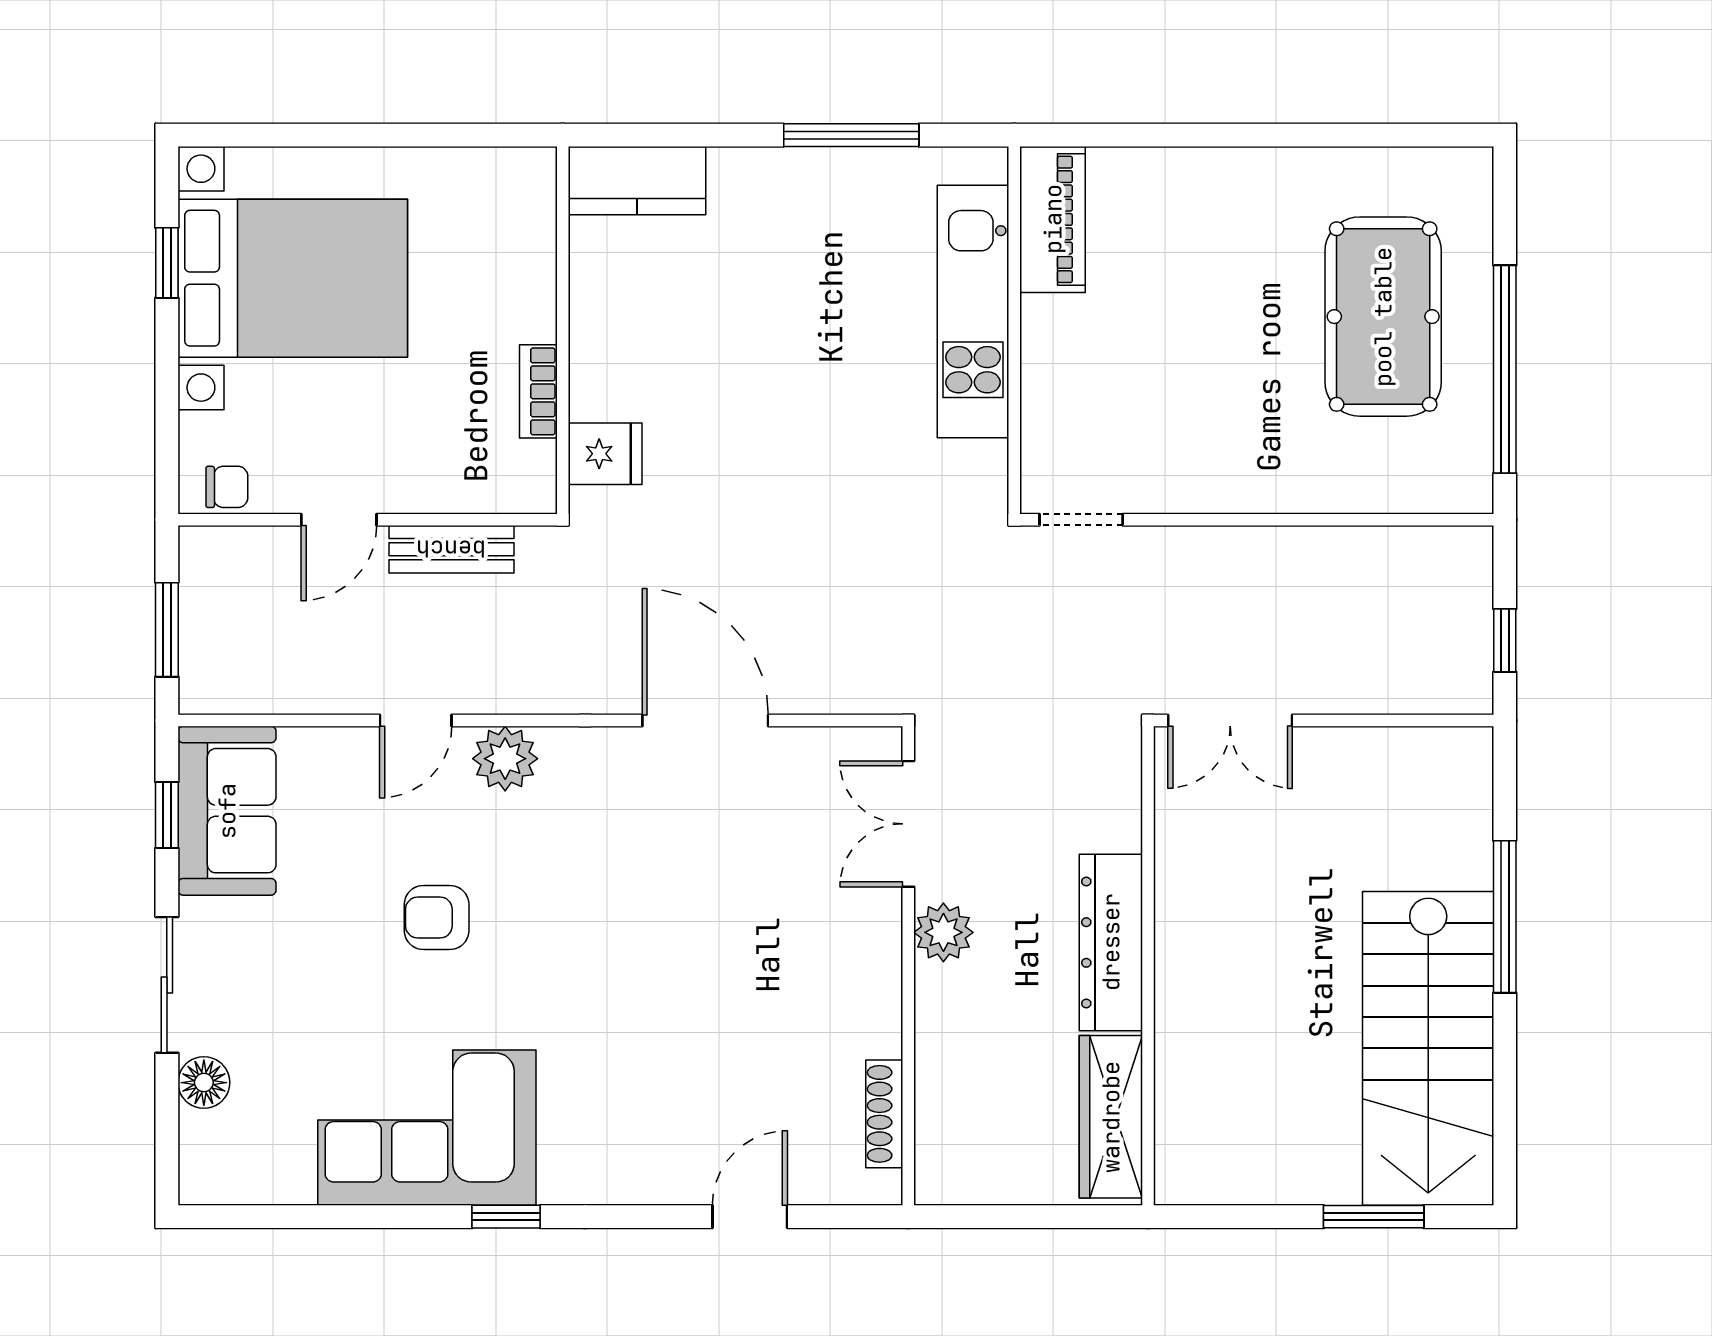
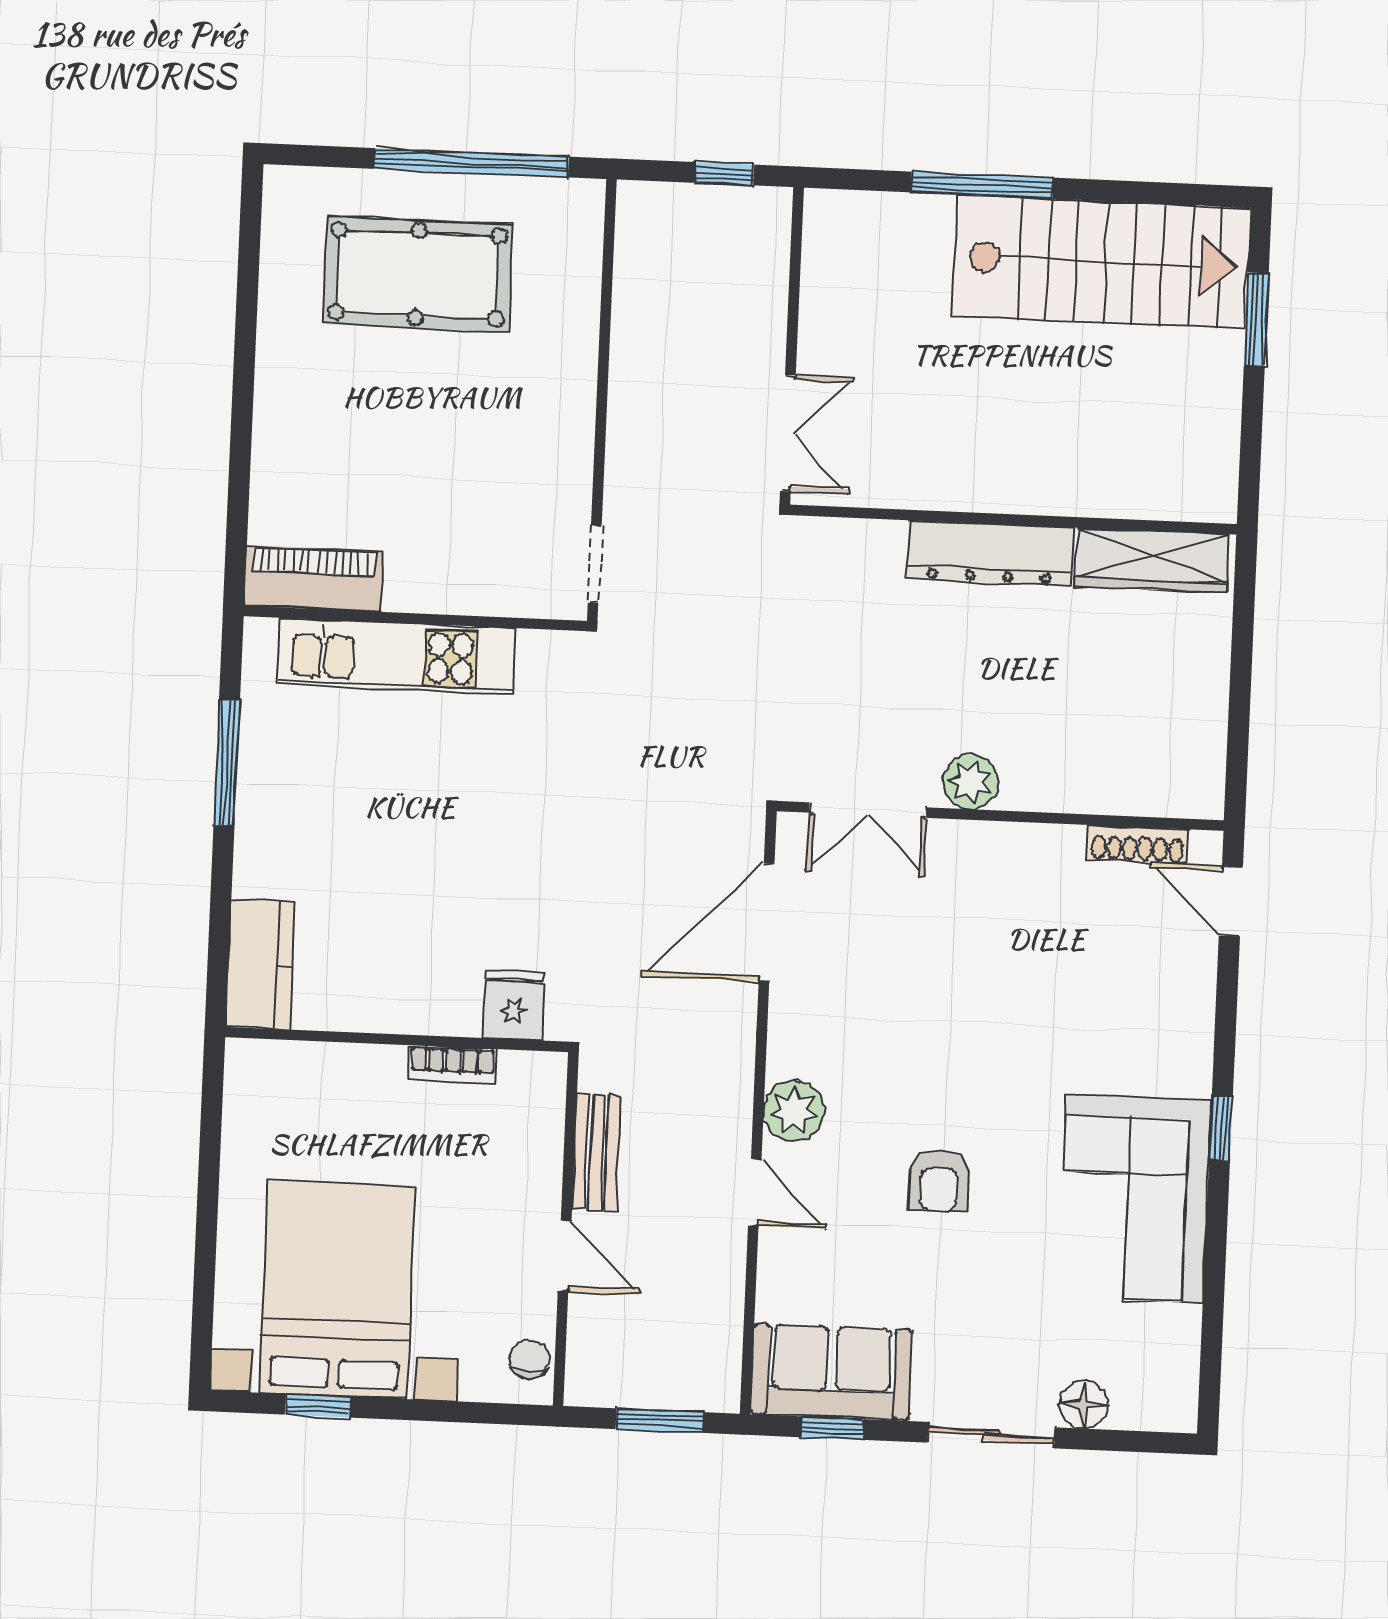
double door: (908, 824) -> (868, 810), moved
plant: (943, 932) -> (971, 782), moved
wall: (908, 966) -> (1000, 816), moved
shoe rack: (884, 1114) -> (1137, 844), moved

